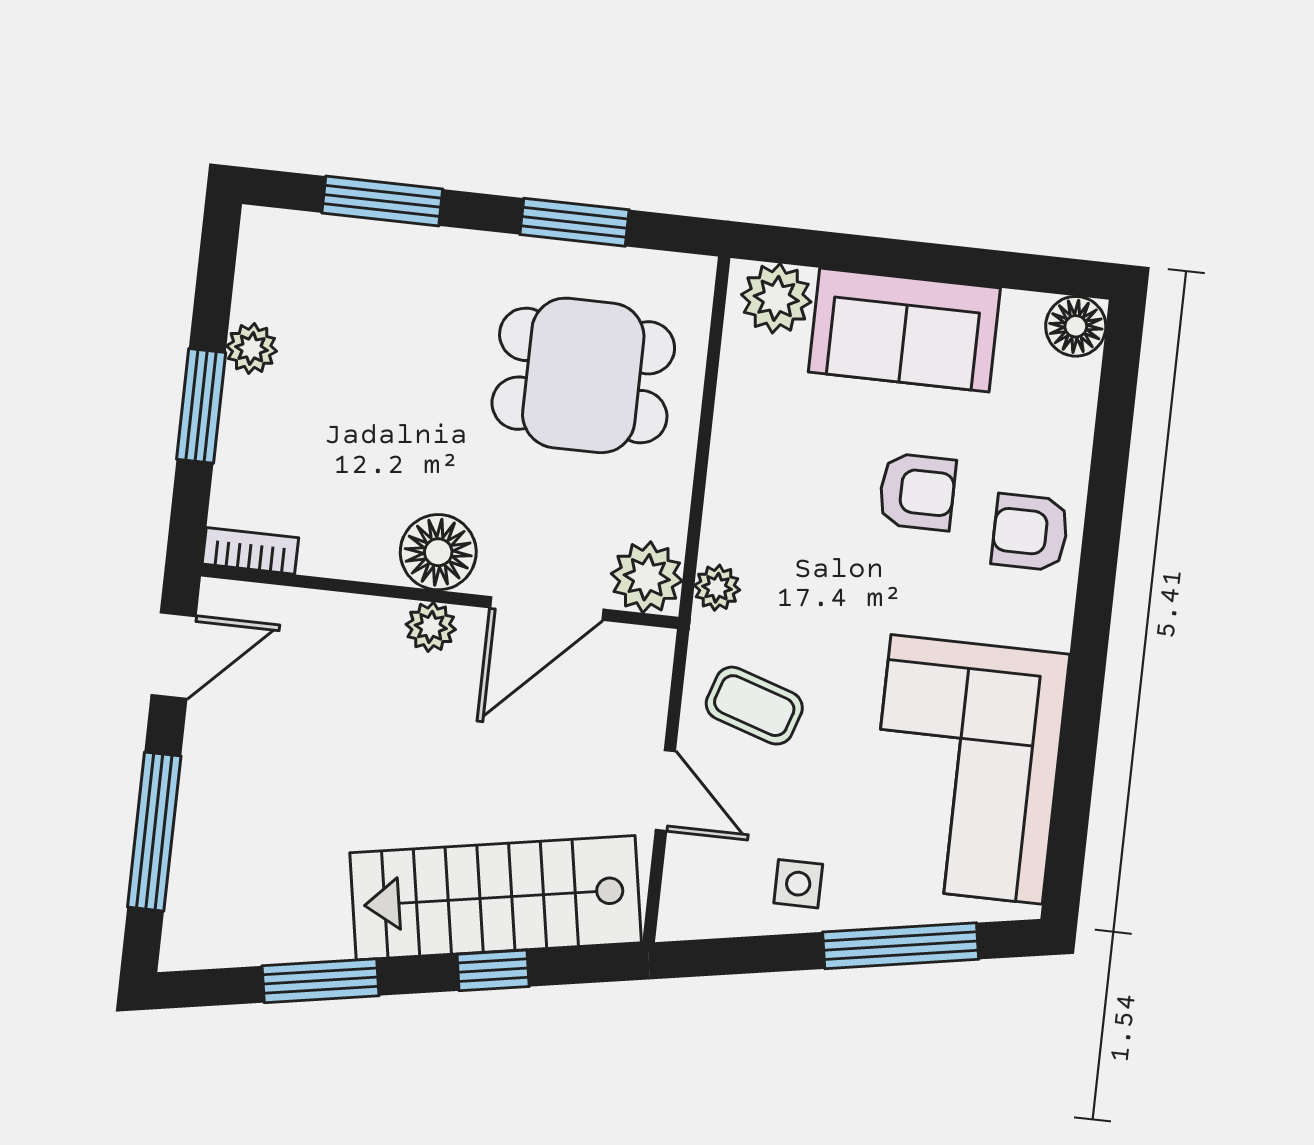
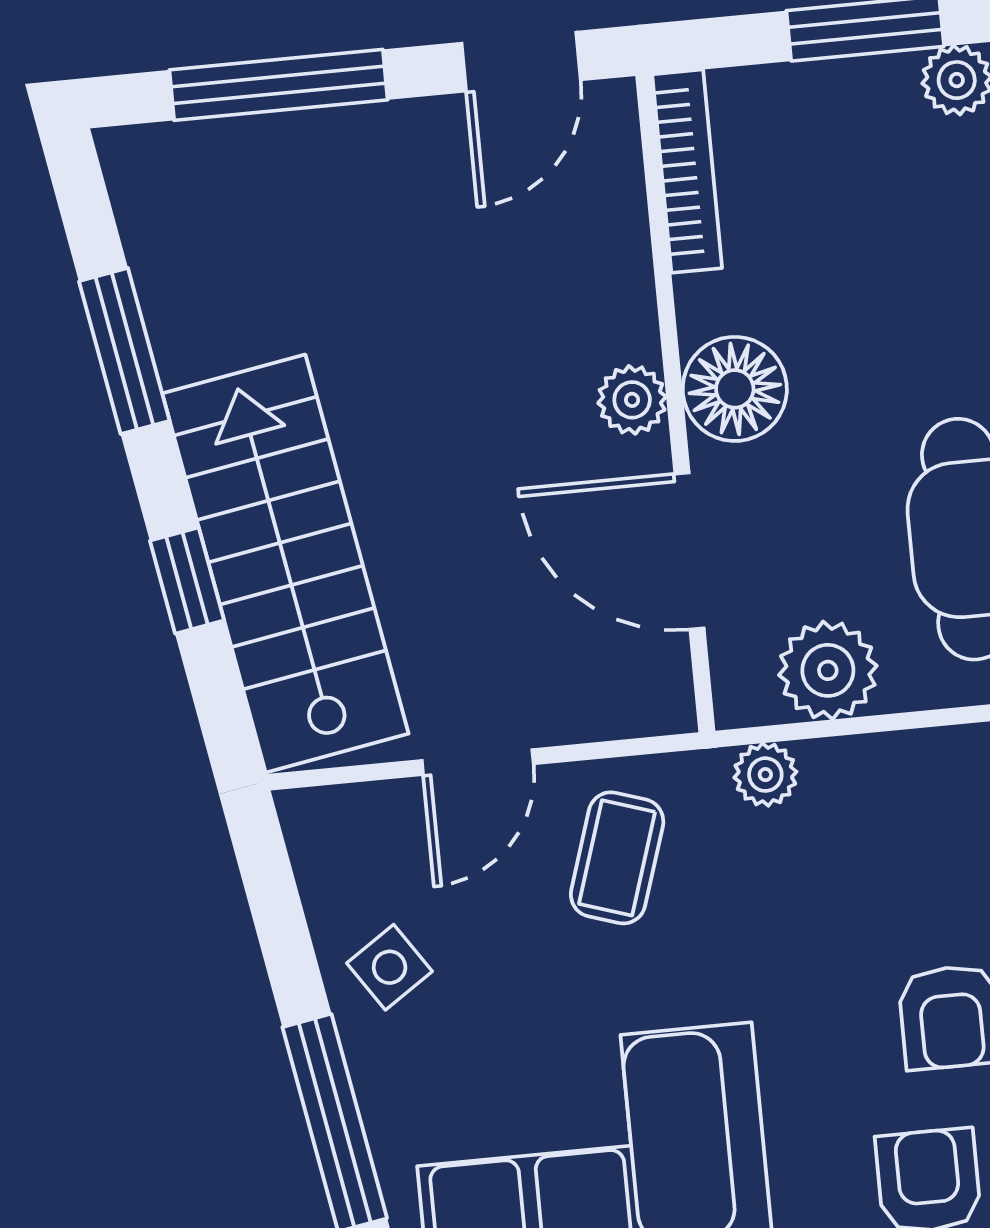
bookcase: (250, 551) -> (687, 171), width x1.56
plant: (647, 577) -> (828, 670), moved
door: (174, 655) -> (521, 62), hinge flipped
side table: (798, 884) -> (390, 967), turned -34

